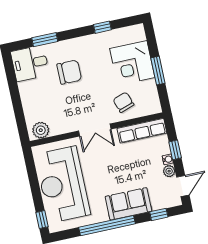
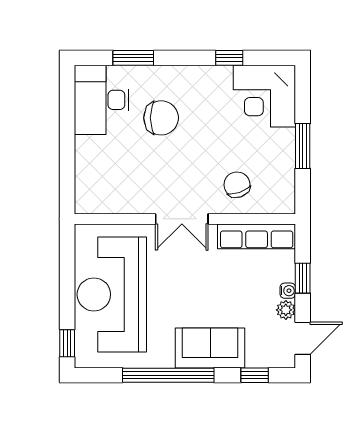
desk: (30, 63) -> (102, 100), width x1.37
corner desk: (132, 63) -> (264, 96), moved
plant: (41, 130) -> (96, 201), removed

